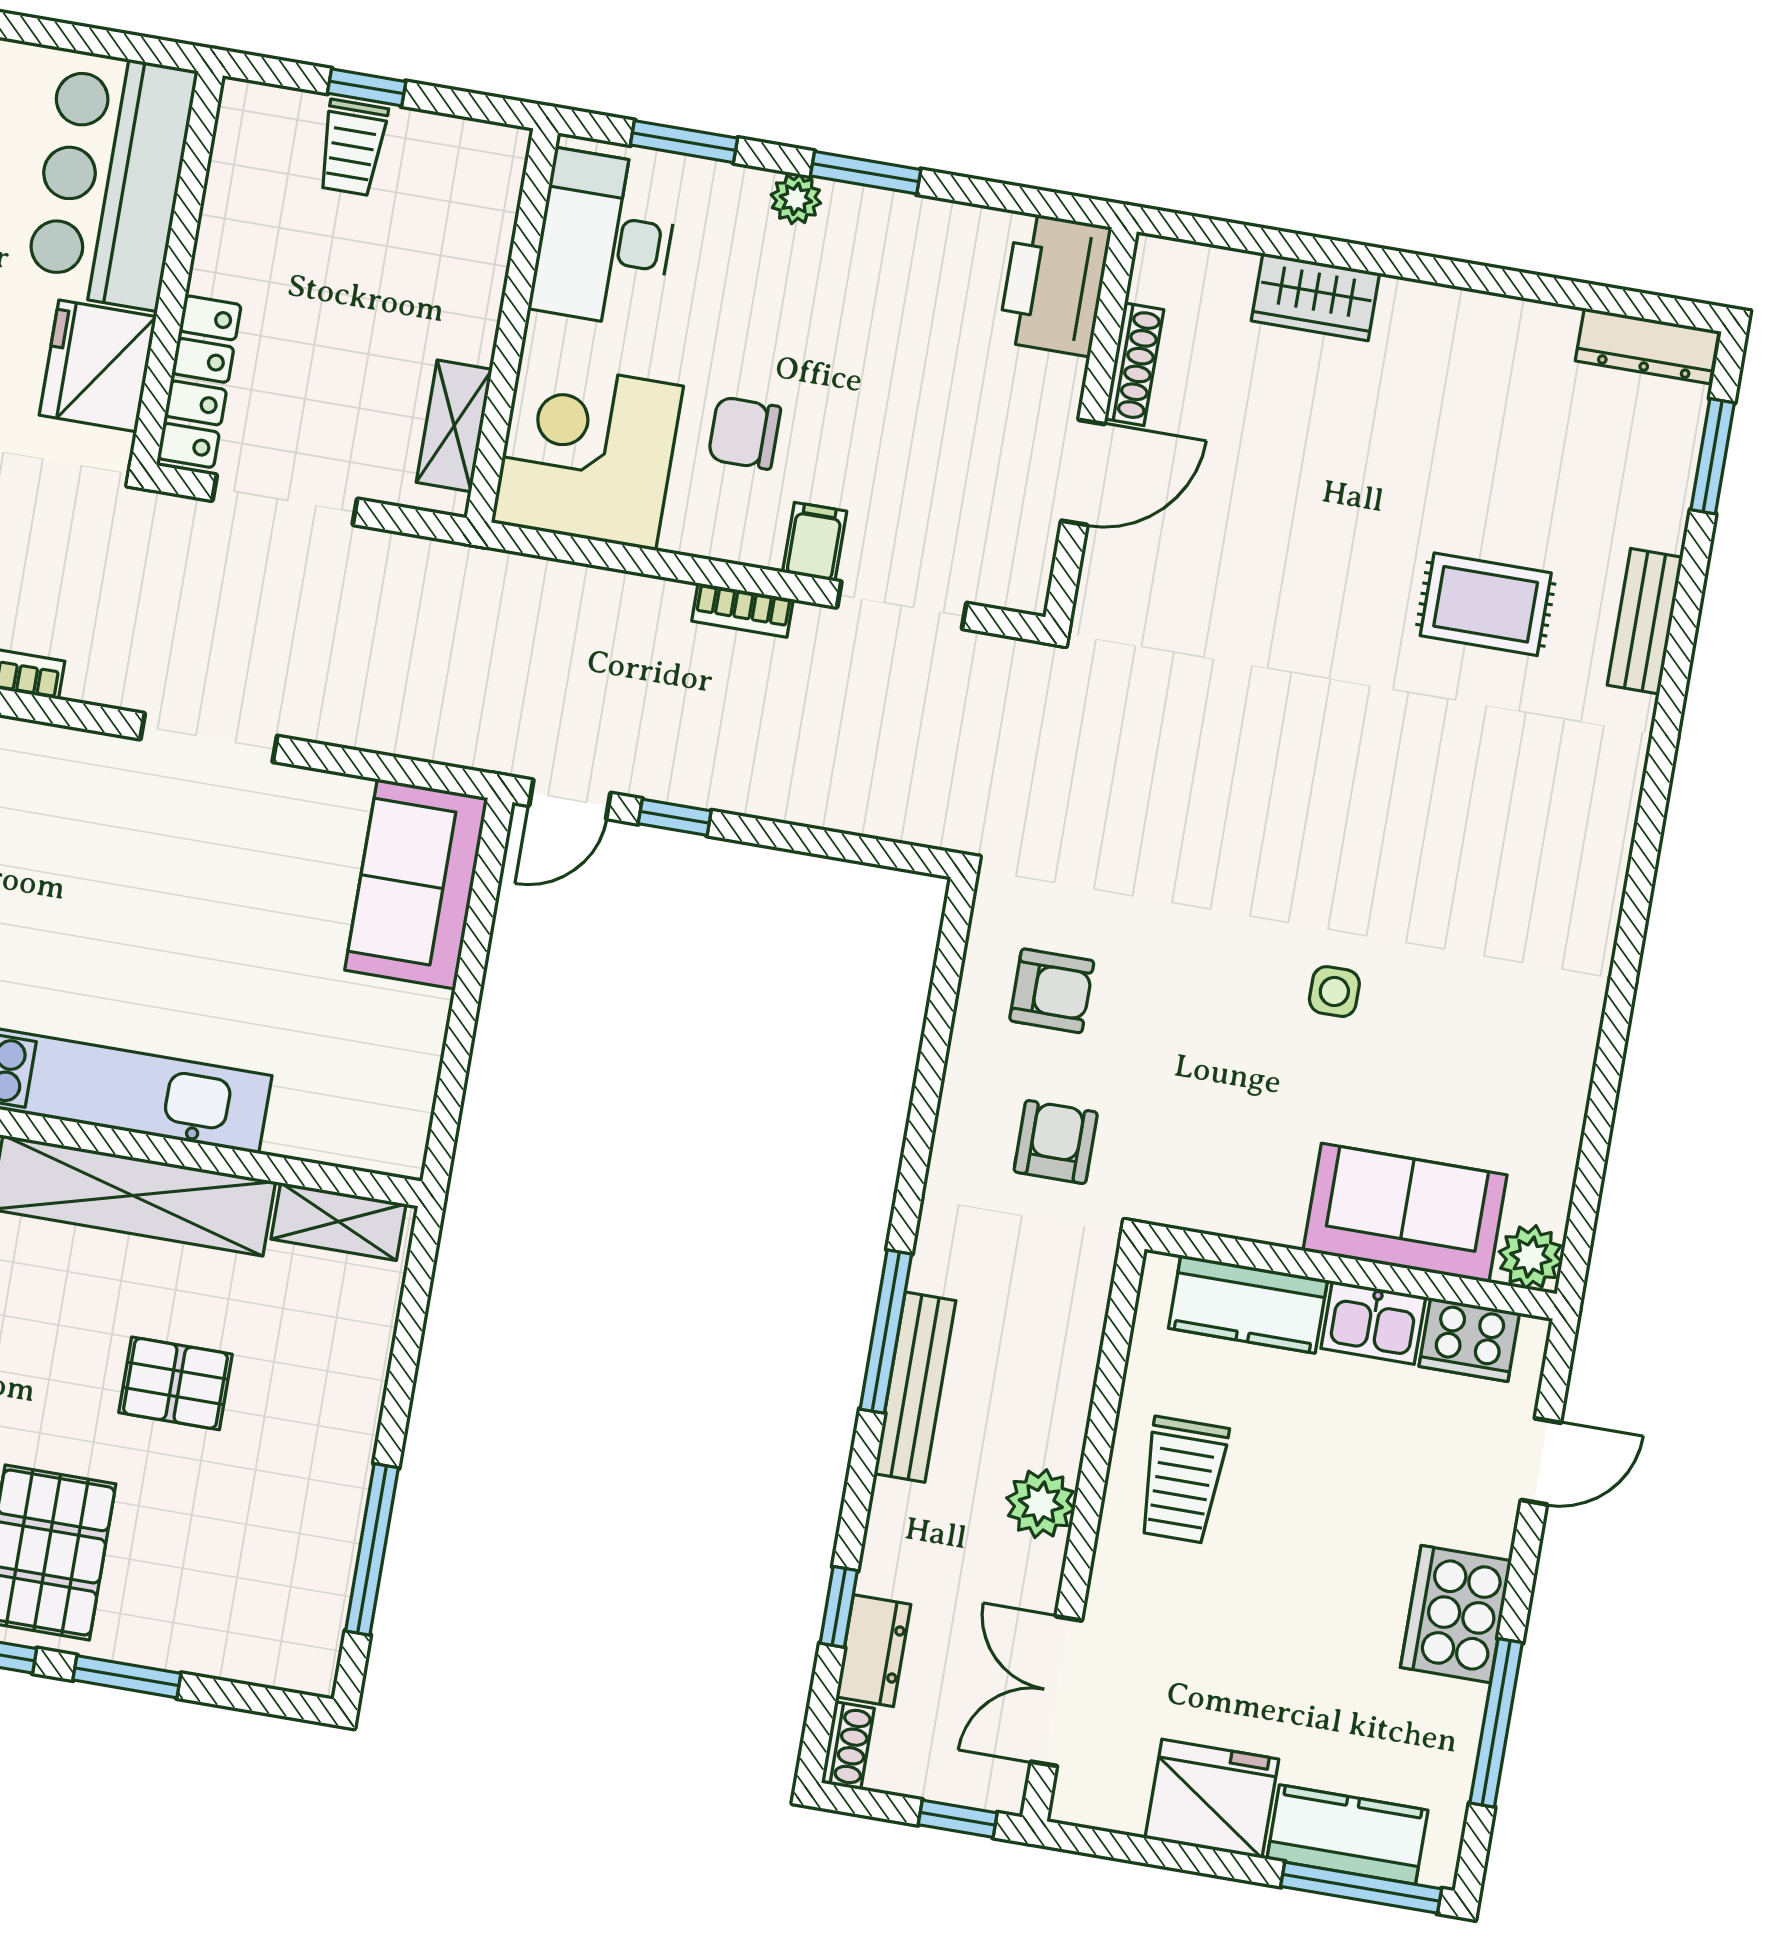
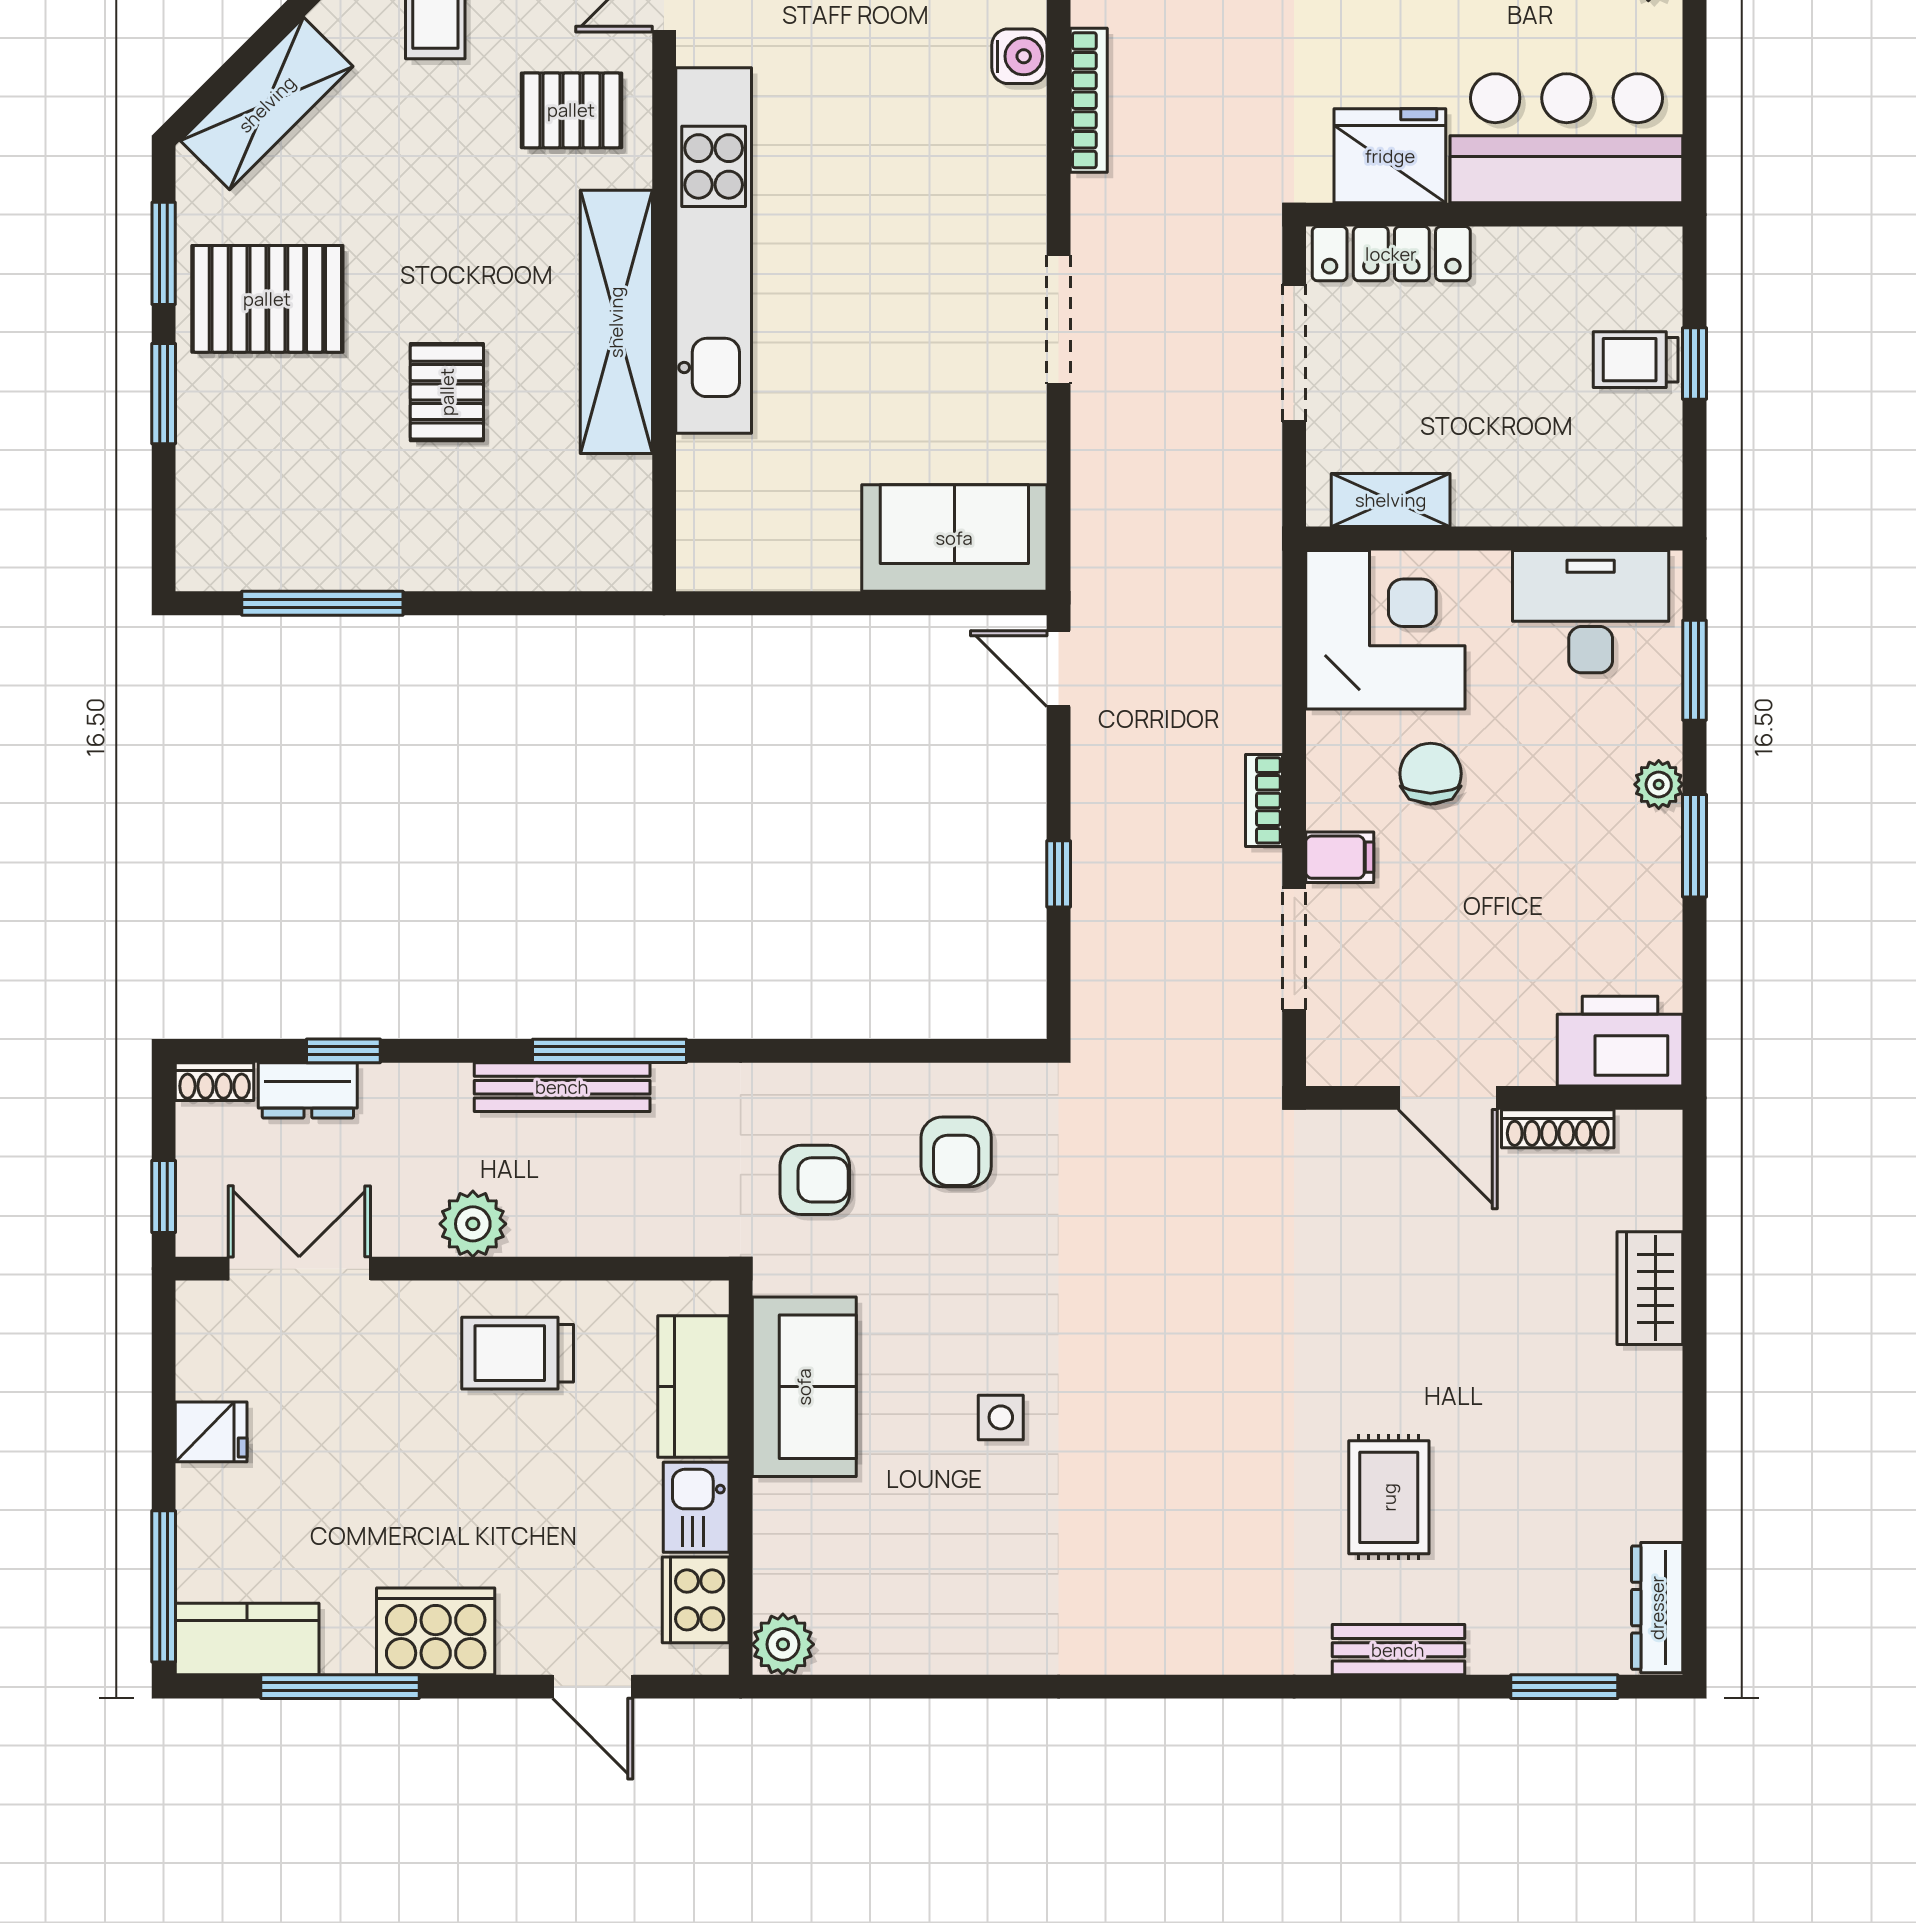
window: (675, 817) -> (1059, 874), moved
sofa: (1405, 1213) -> (804, 1387), moved
shelving: (338, 1222) -> (625, 519), removed
fridge: (1212, 1799) -> (211, 1432), width x0.53, depth x0.75
kitchen counter: (1347, 1835) -> (247, 1639), moved, turned -90

